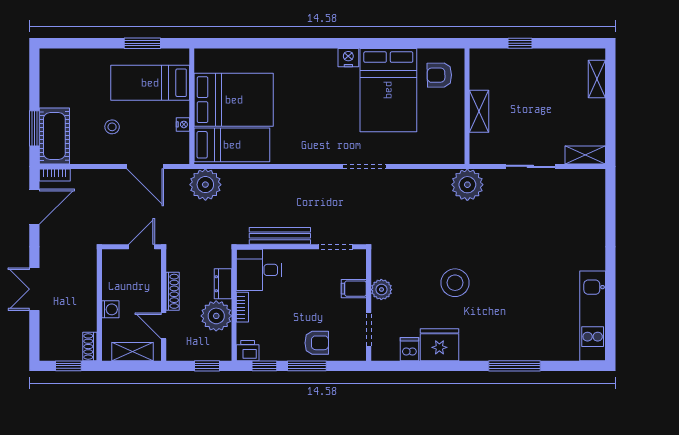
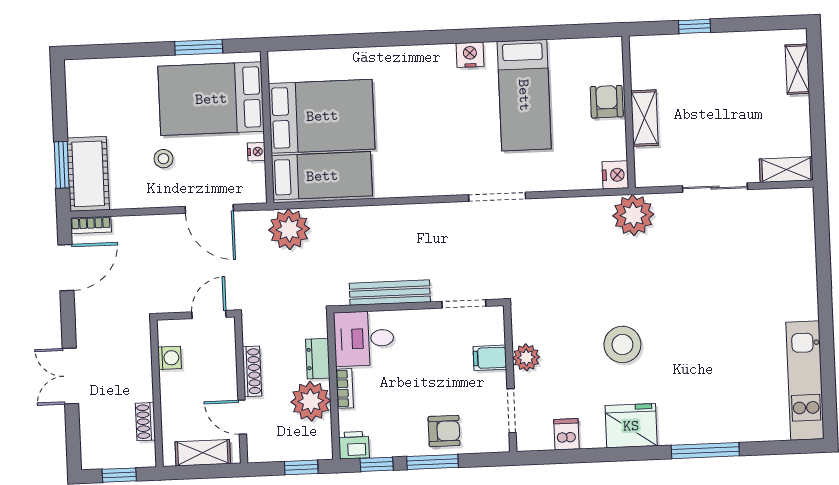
armchair: (439, 75) -> (607, 102), moved, turned 91
bed: (150, 83) -> (211, 99), width x1.50
bed: (388, 90) -> (524, 95), width x0.67
nightstand: (455, 154) -> (615, 175), added
washing machine: (110, 309) -> (170, 358), moved
fridge: (439, 345) -> (631, 426), moved
shoe rack: (90, 347) -> (145, 422), moved

